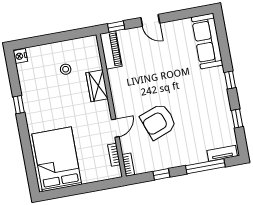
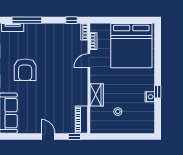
nightstand: (20, 56) -> (150, 97), moved
armchair: (158, 122) -> (25, 70), moved, turned 110
bed: (57, 159) -> (131, 46), width x1.36
window: (161, 174) -> (72, 20), moved

